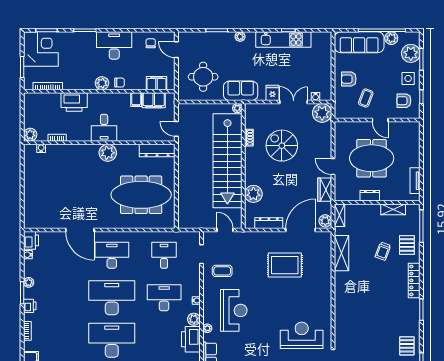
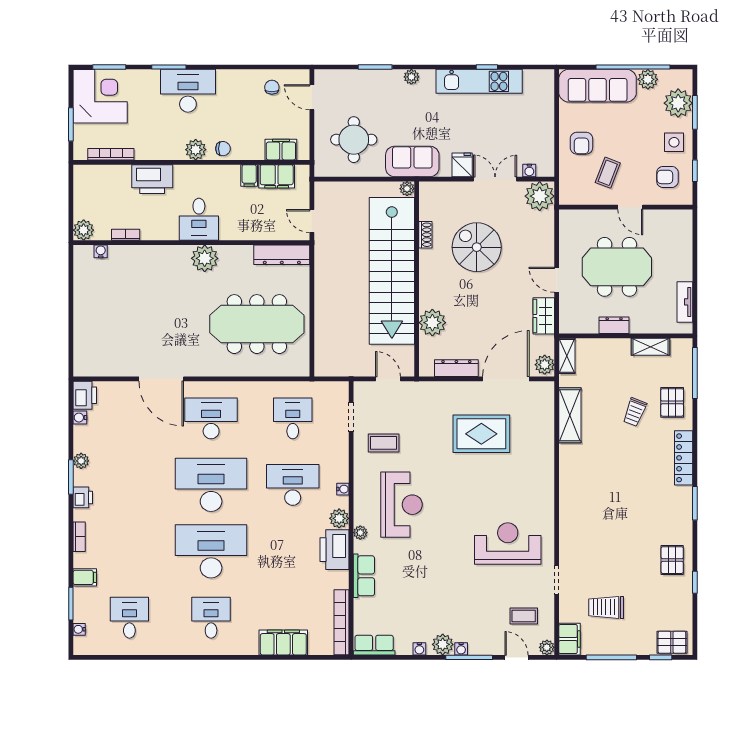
desk: (114, 46) -> (188, 91), moved
armchair: (349, 79) -> (581, 143), turned -90

